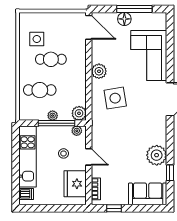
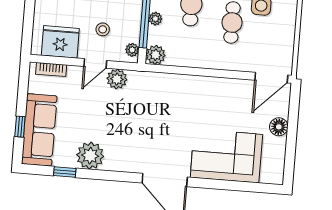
window: (134, 9) -> (291, 142), removed
plant: (99, 71) -> (117, 79), moved
side table: (115, 98) -> (172, 106), removed
sofa: (148, 194) -> (39, 130), width x1.36
window: (114, 208) -> (20, 127), moved

